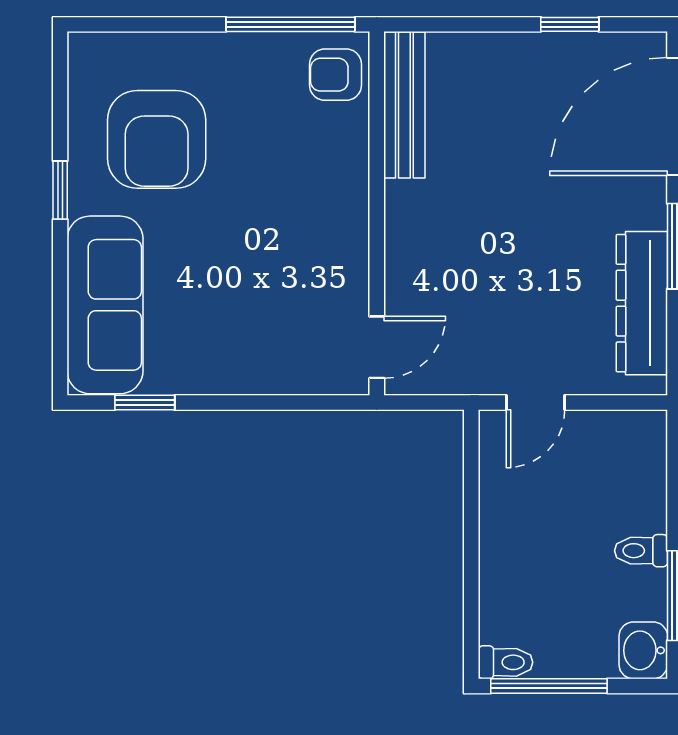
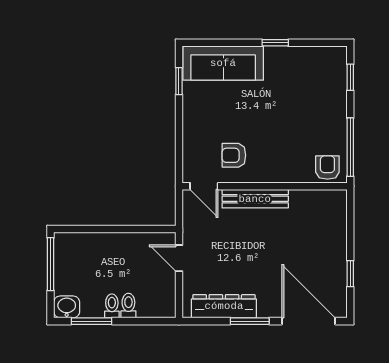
window: (136, 24) -> (350, 77), added
bench: (404, 105) -> (255, 199), moved
armchair: (157, 139) -> (234, 155), moved, width x0.53, depth x0.53
toilet: (506, 662) -> (128, 306), moved, turned 180

